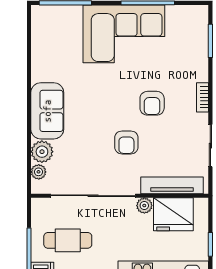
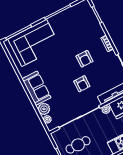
corner sofa: (124, 34) -> (34, 43), moved

